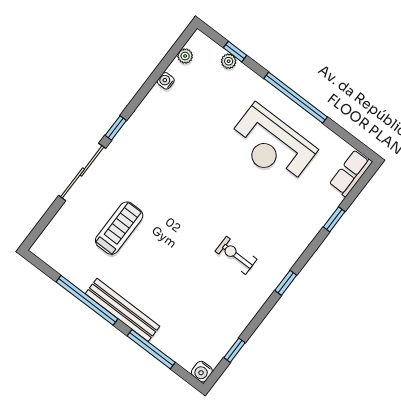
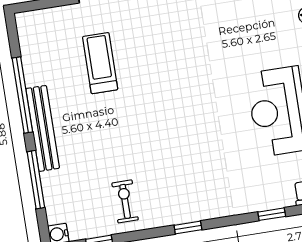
treadmill: (119, 228) -> (100, 63), turned -90
exercise bike: (236, 255) -> (125, 201), moved

